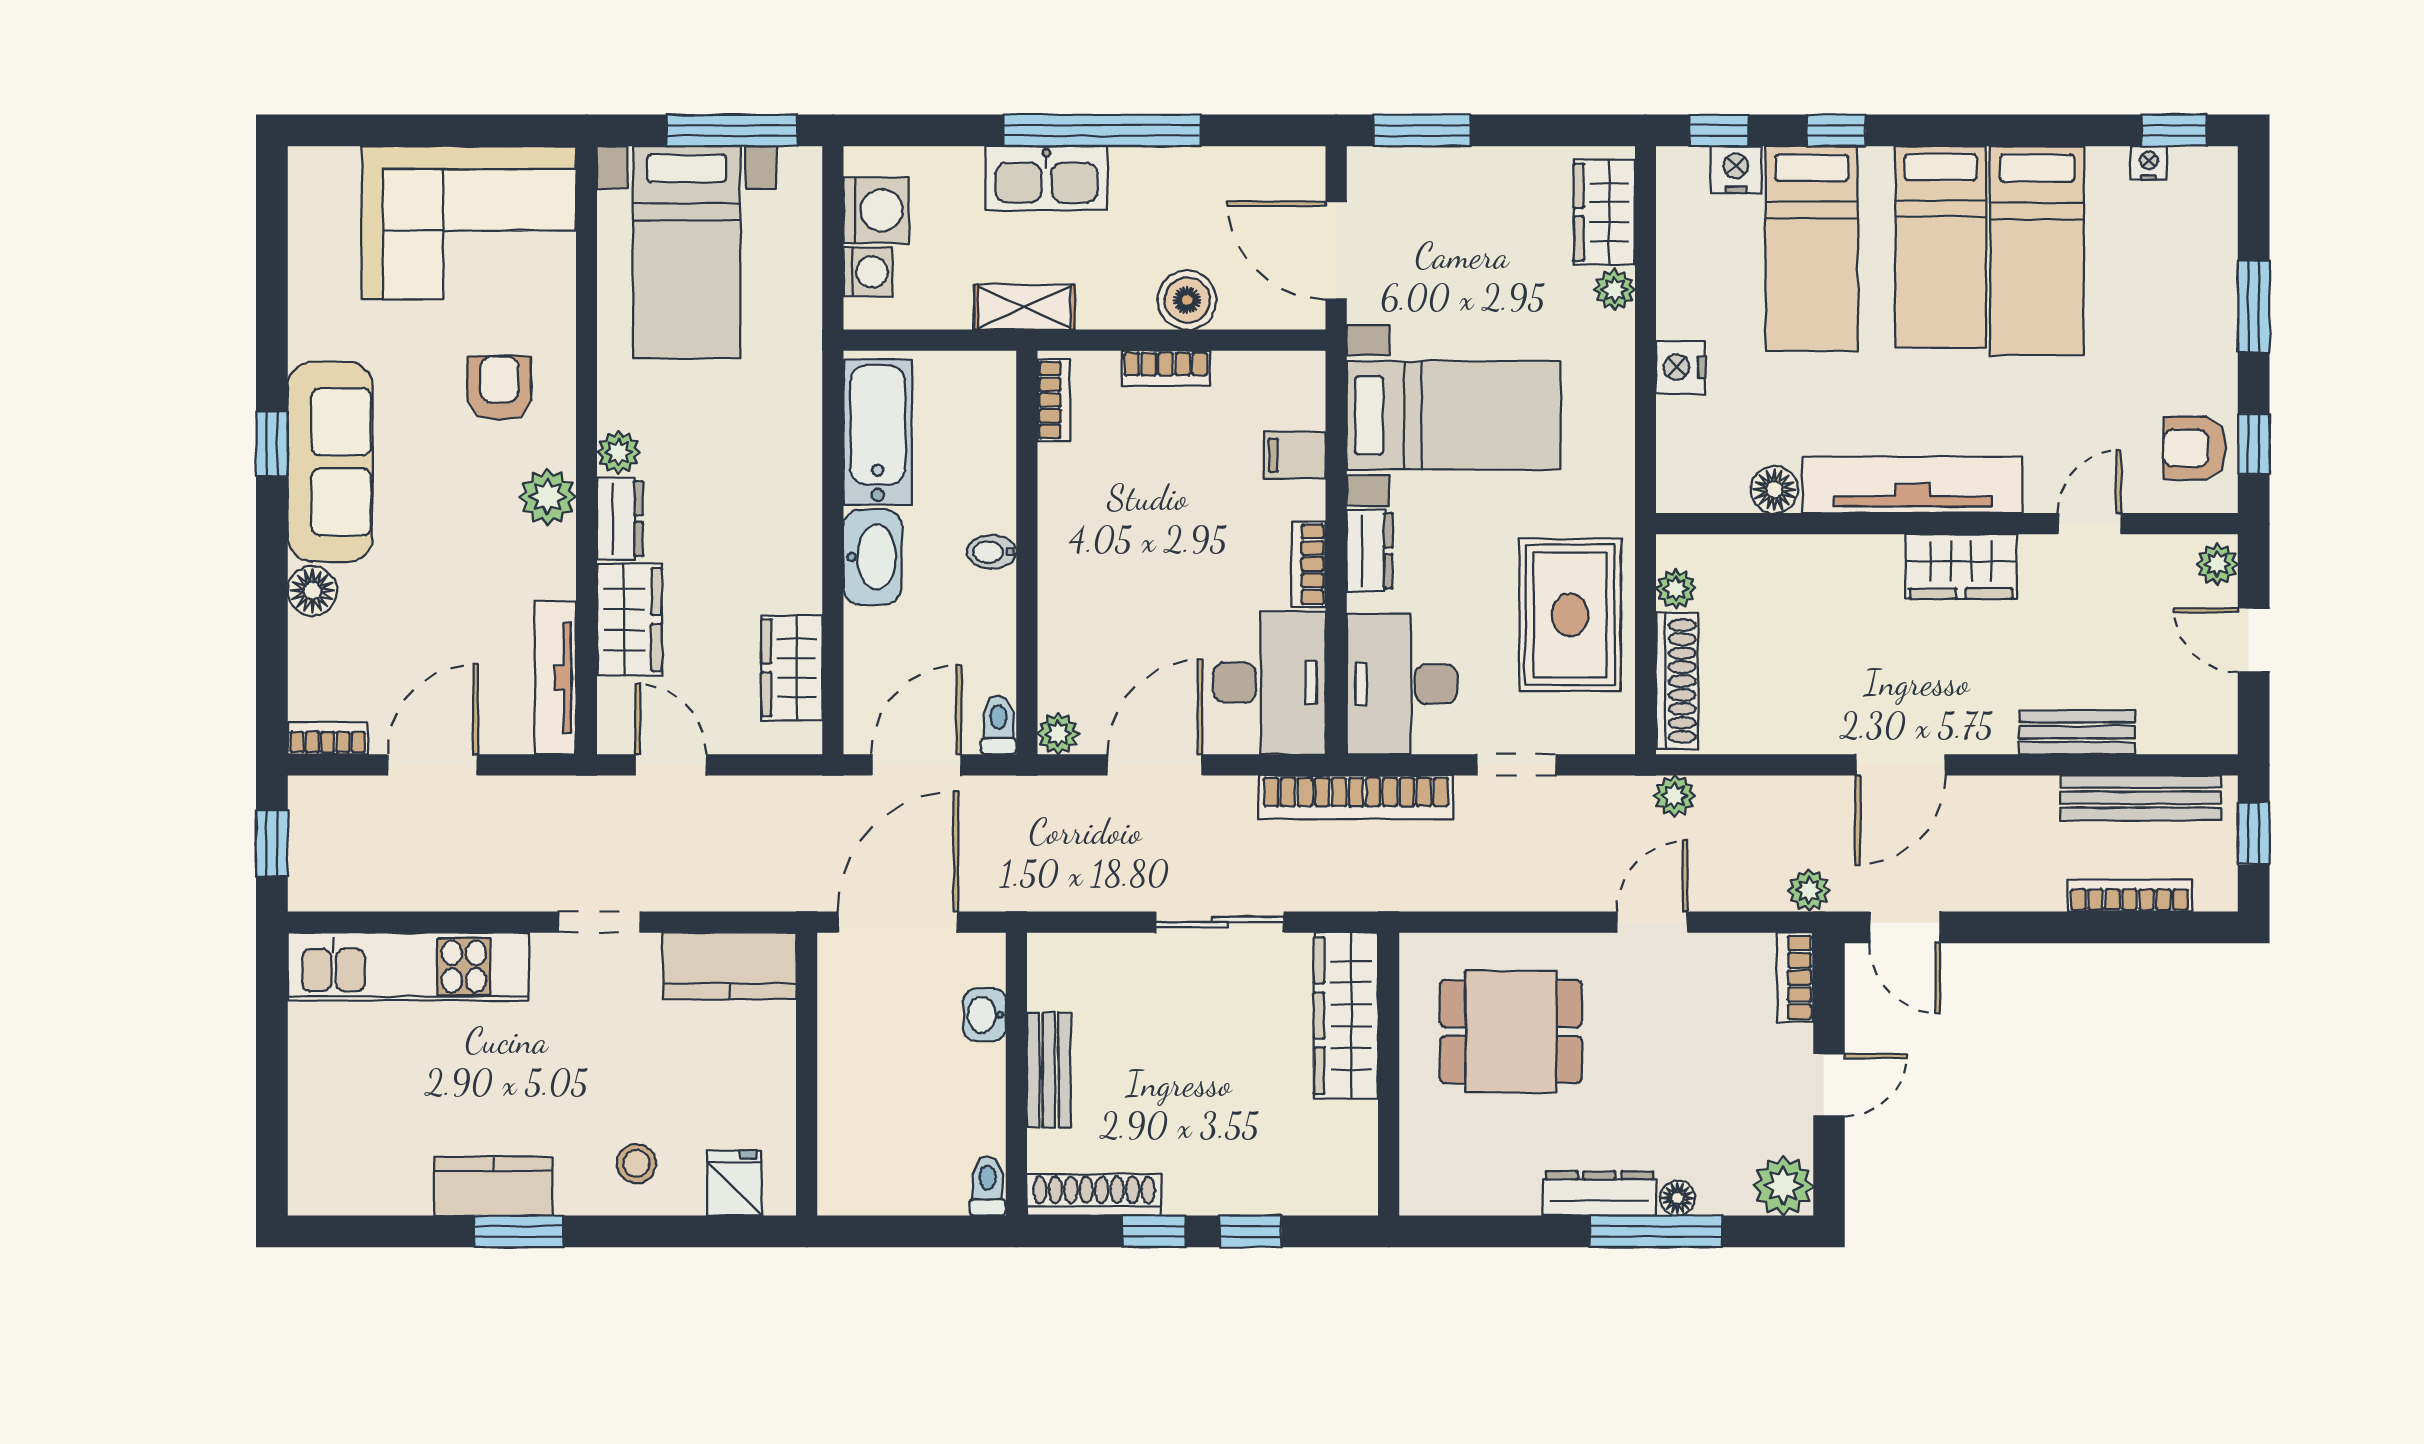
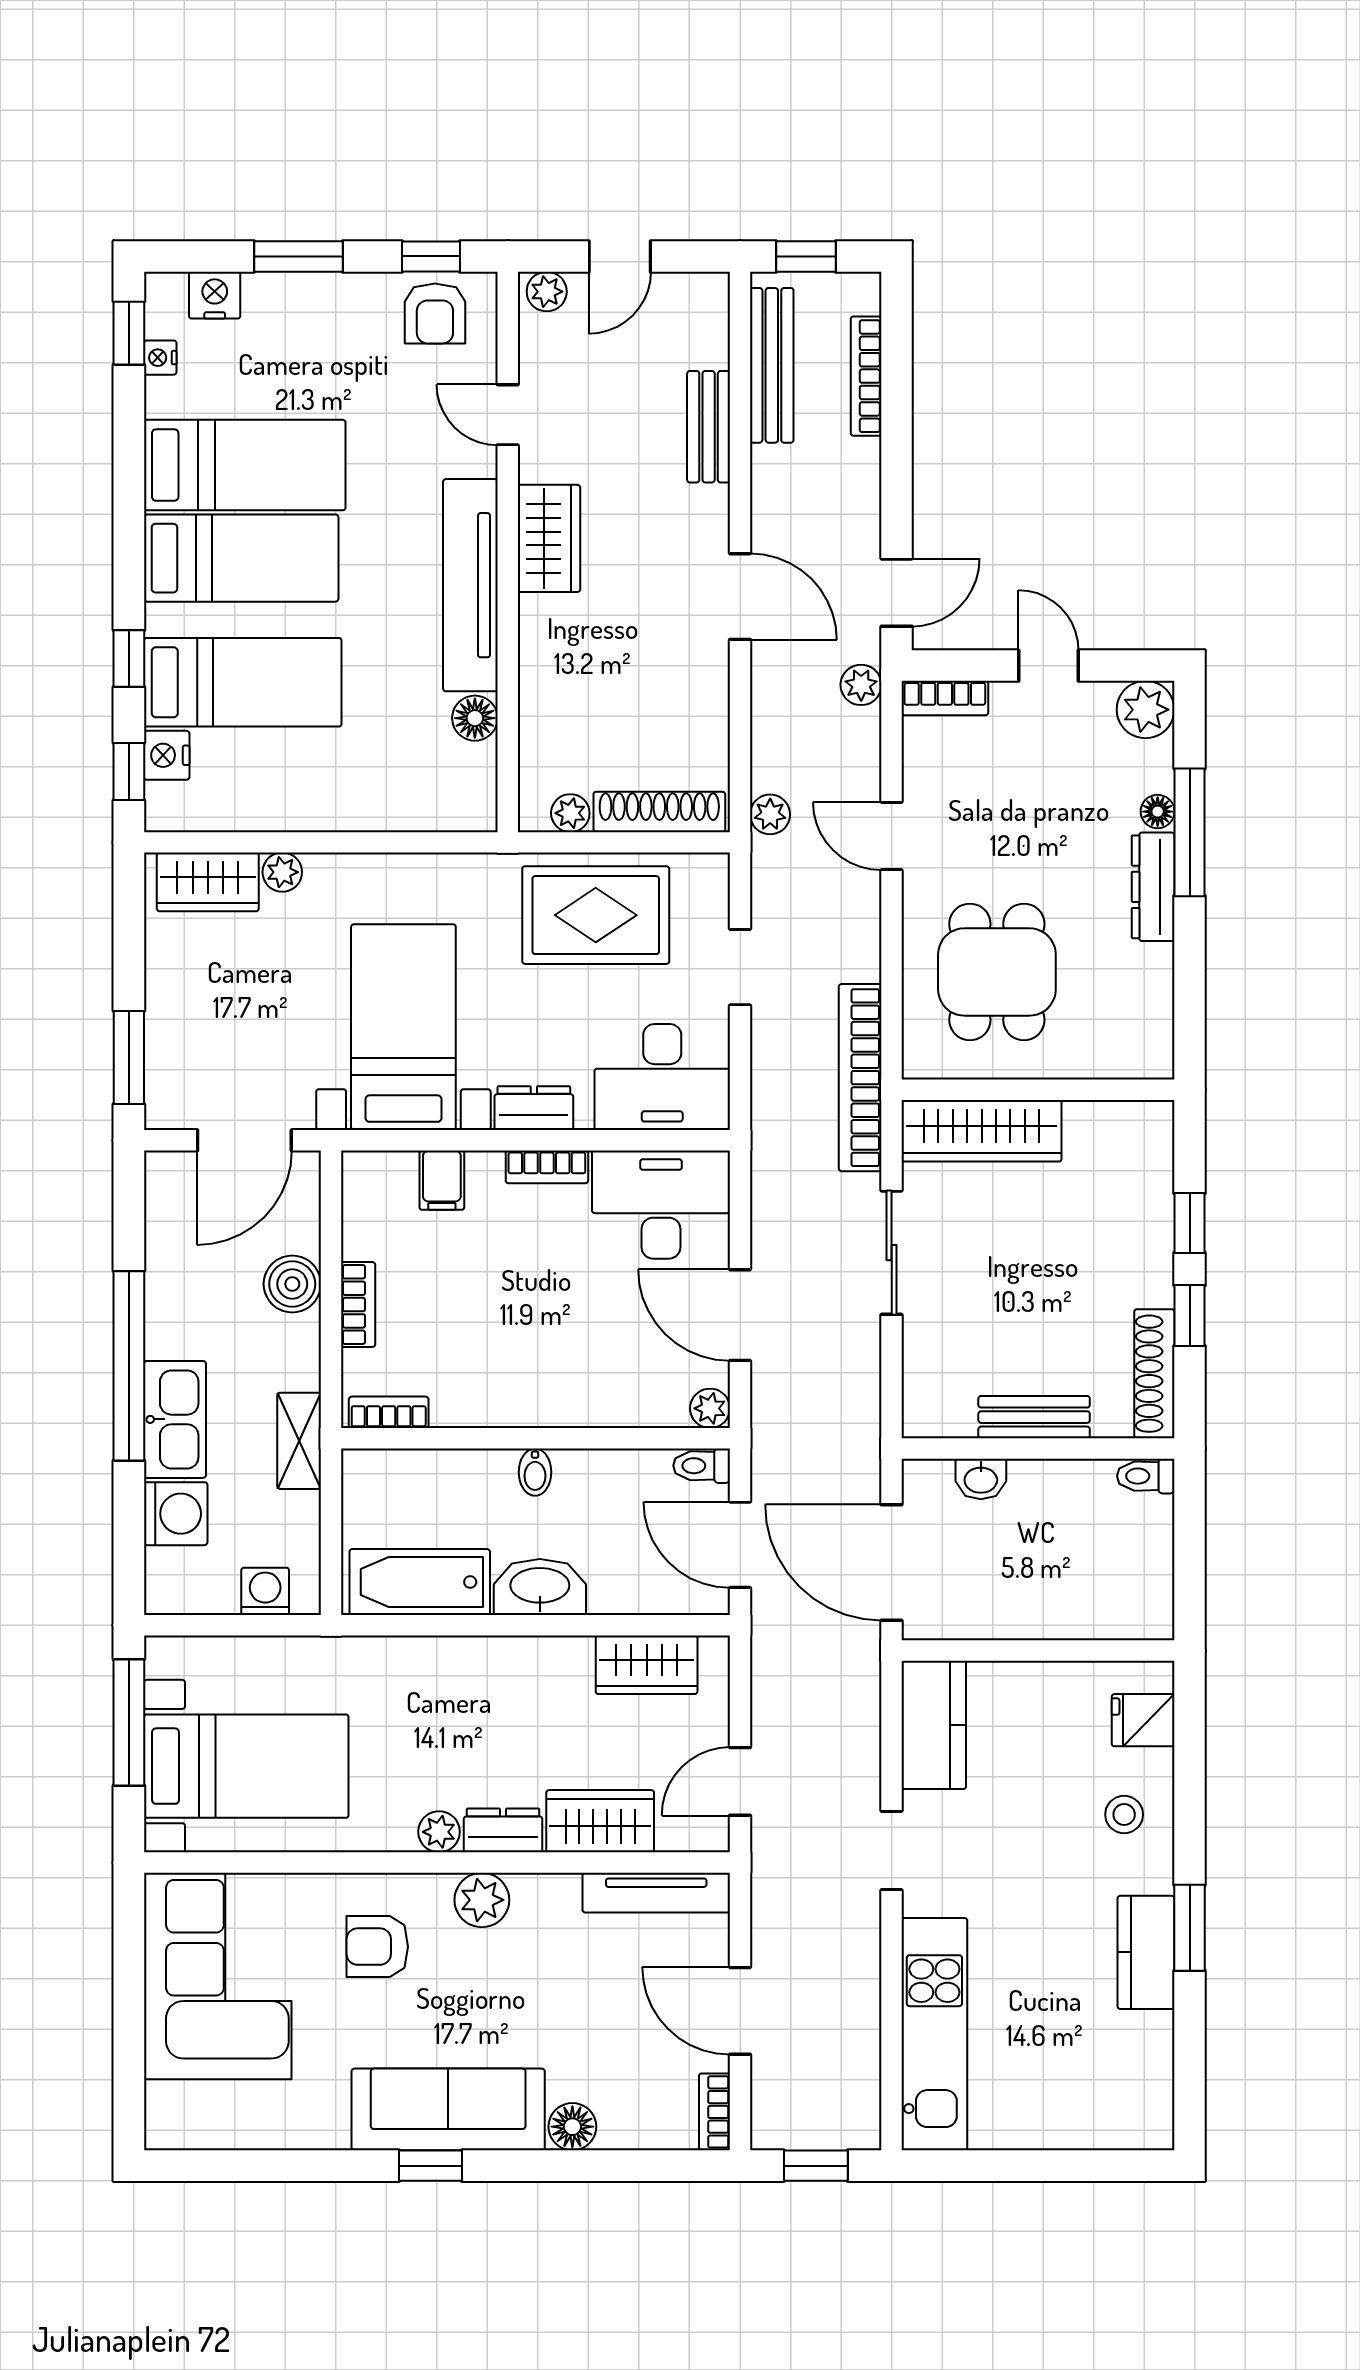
washing machine: (876, 210) -> (176, 1514), moved, turned 90
nightstand: (1680, 367) -> (215, 295), moved, turned 180
bookcase: (1356, 797) -> (860, 1078), moved, turned 180

